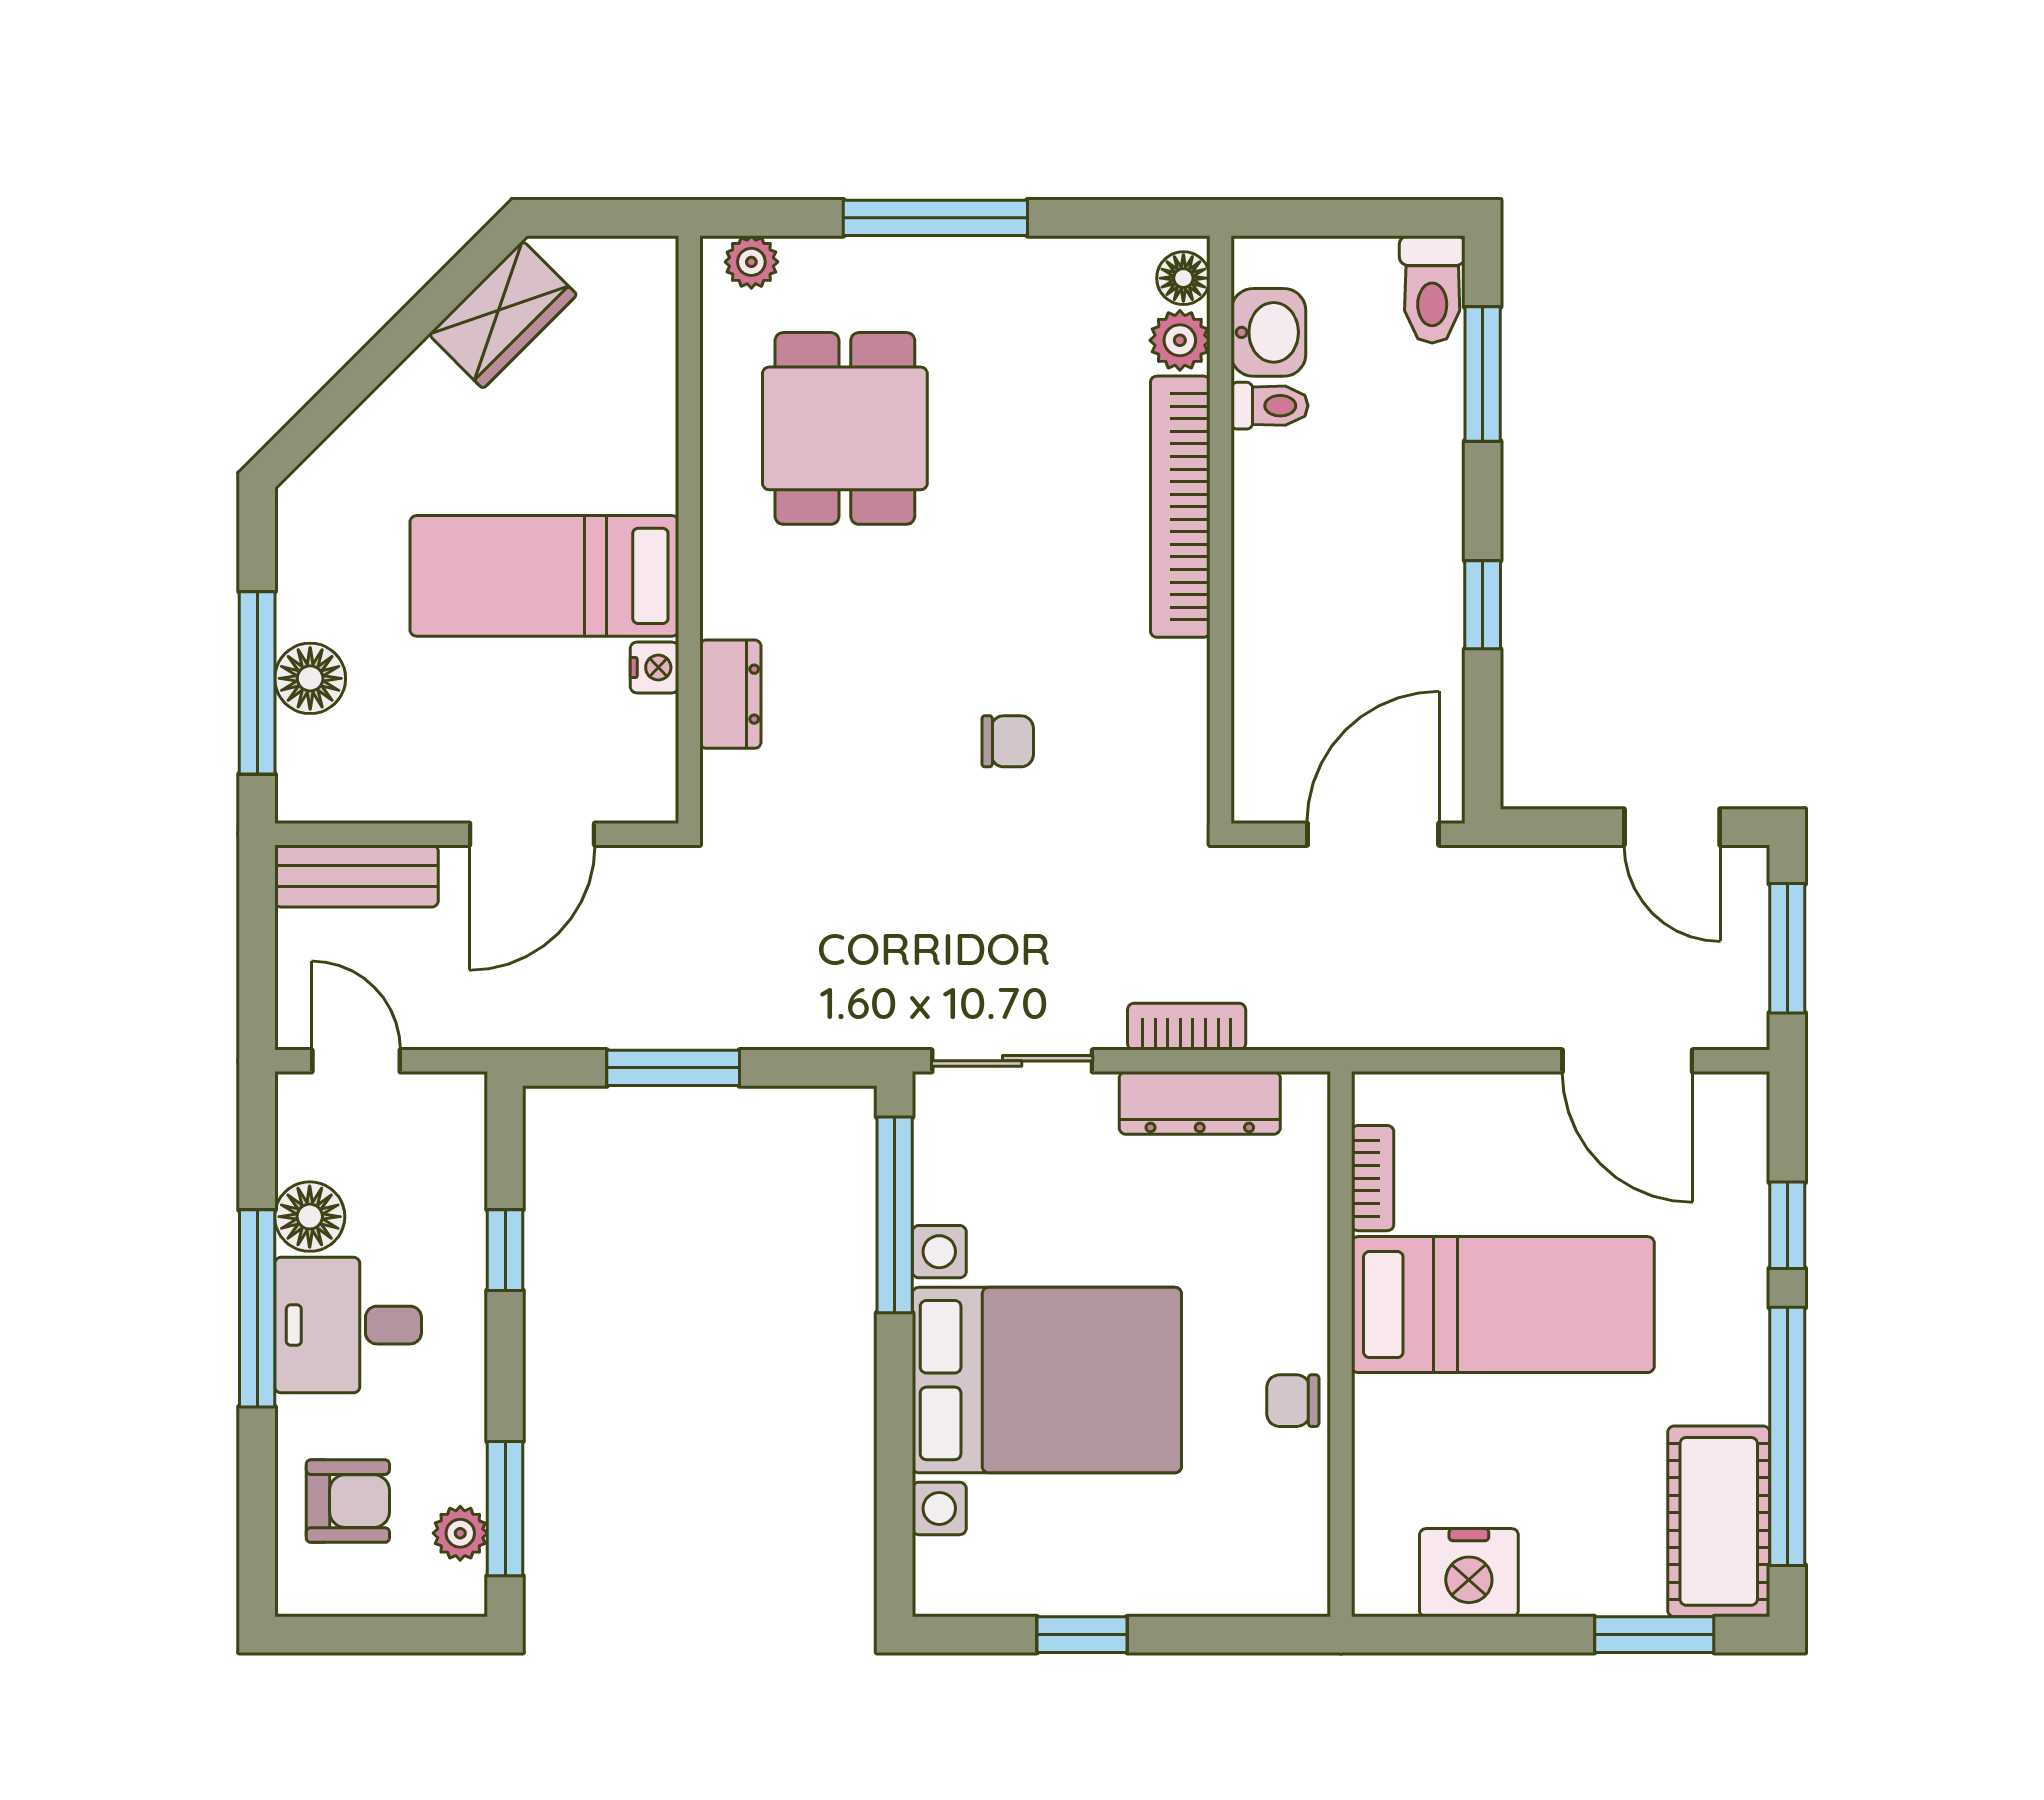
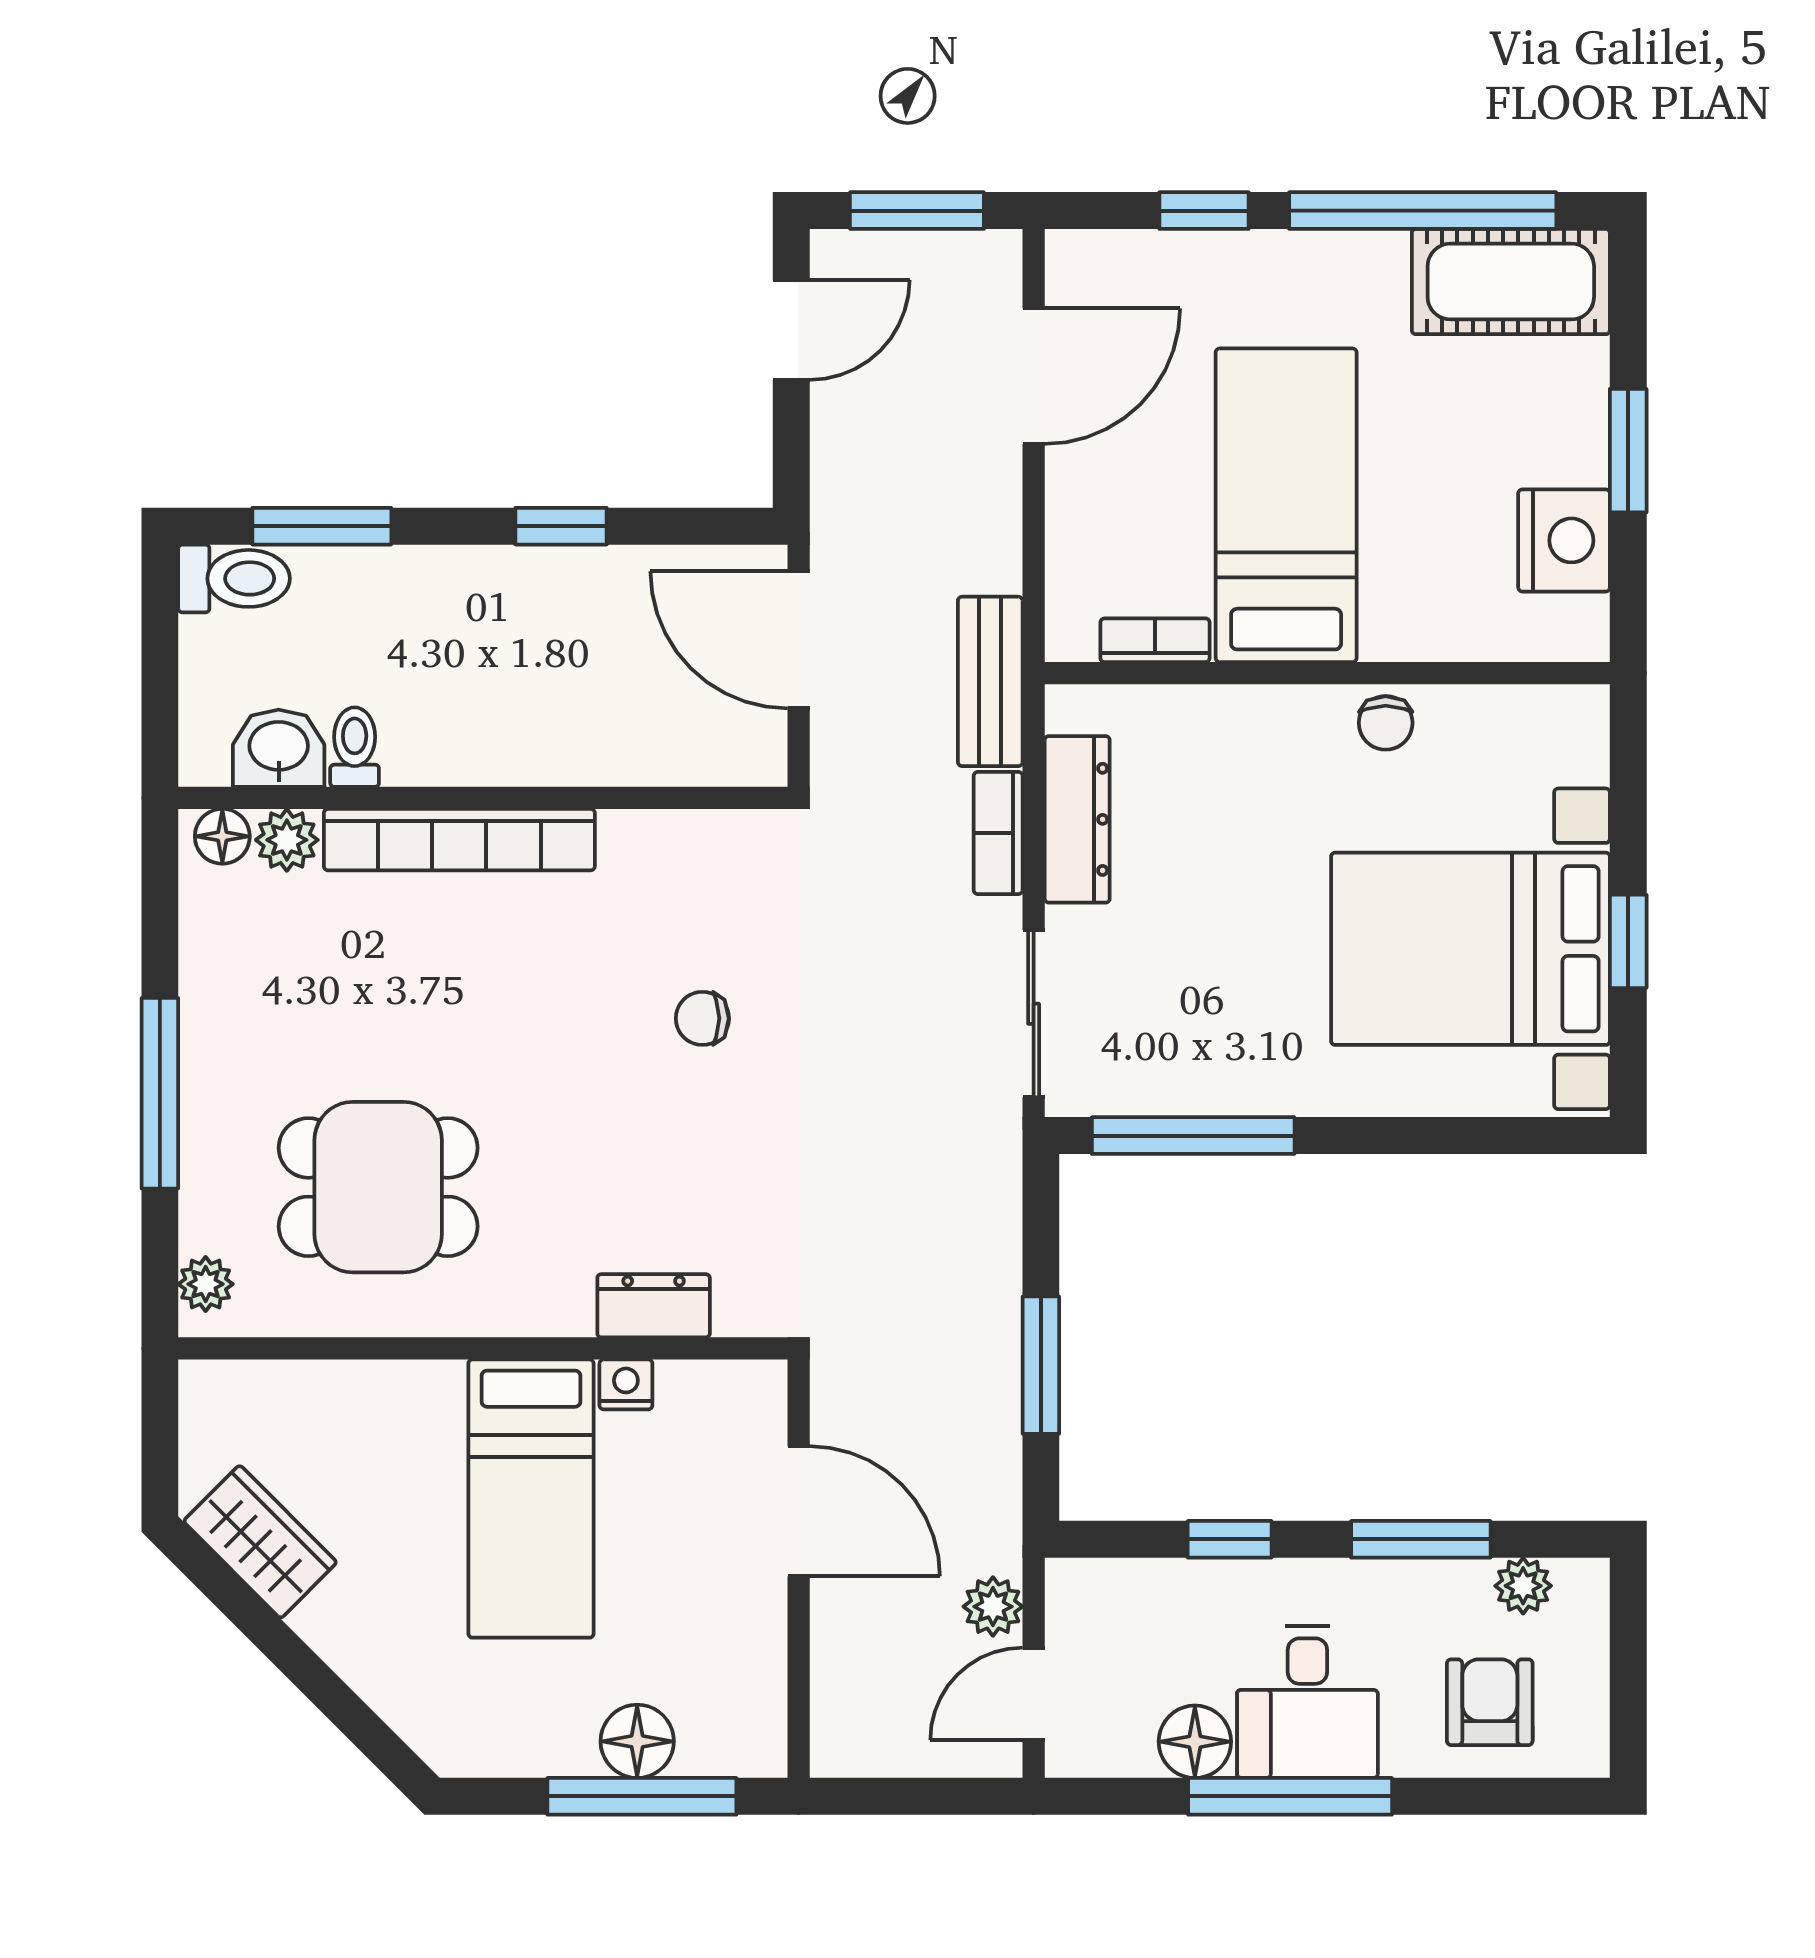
chair: (1008, 741) -> (702, 1018), turned -90
bench: (356, 876) -> (990, 681), moved
plant: (440, 1022) -> (993, 1607), added
bed with nightstands: (1047, 1380) -> (1470, 949), moved, turned -90
window: (505, 1509) -> (1421, 1539), moved
window: (1654, 1635) -> (1628, 451), moved

